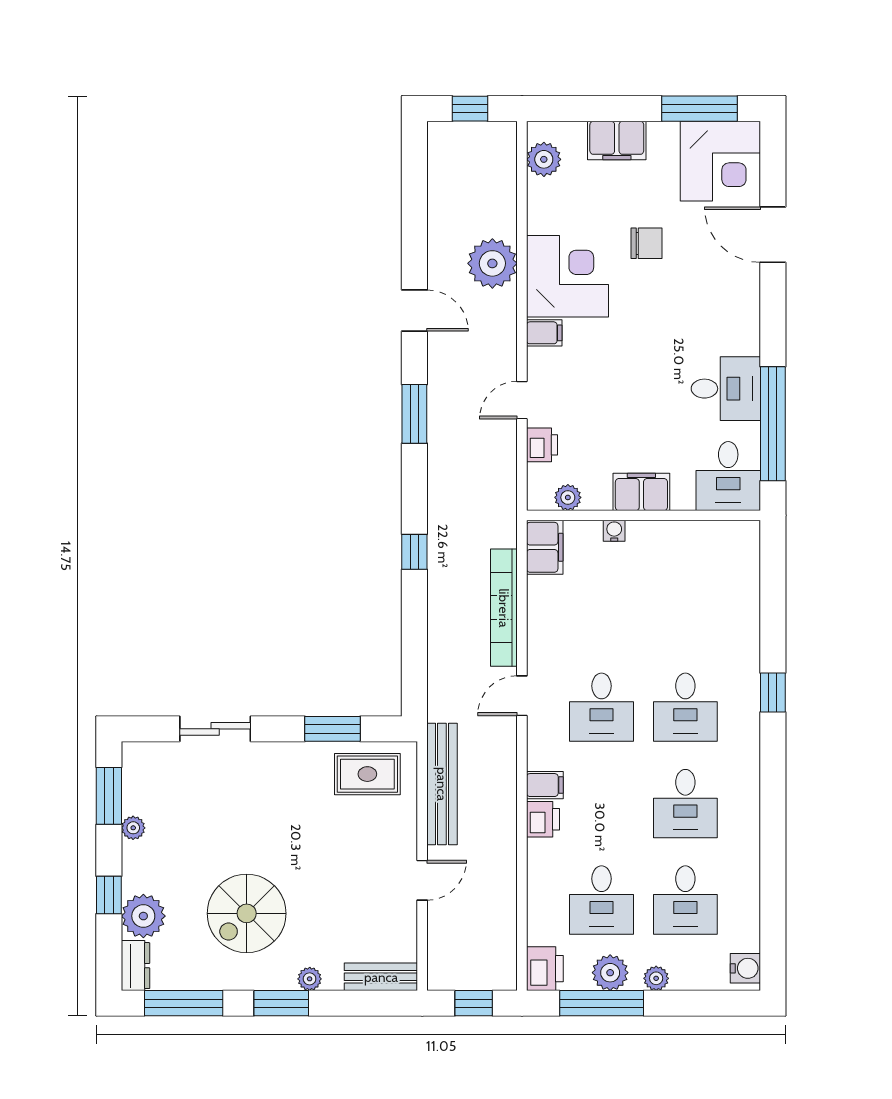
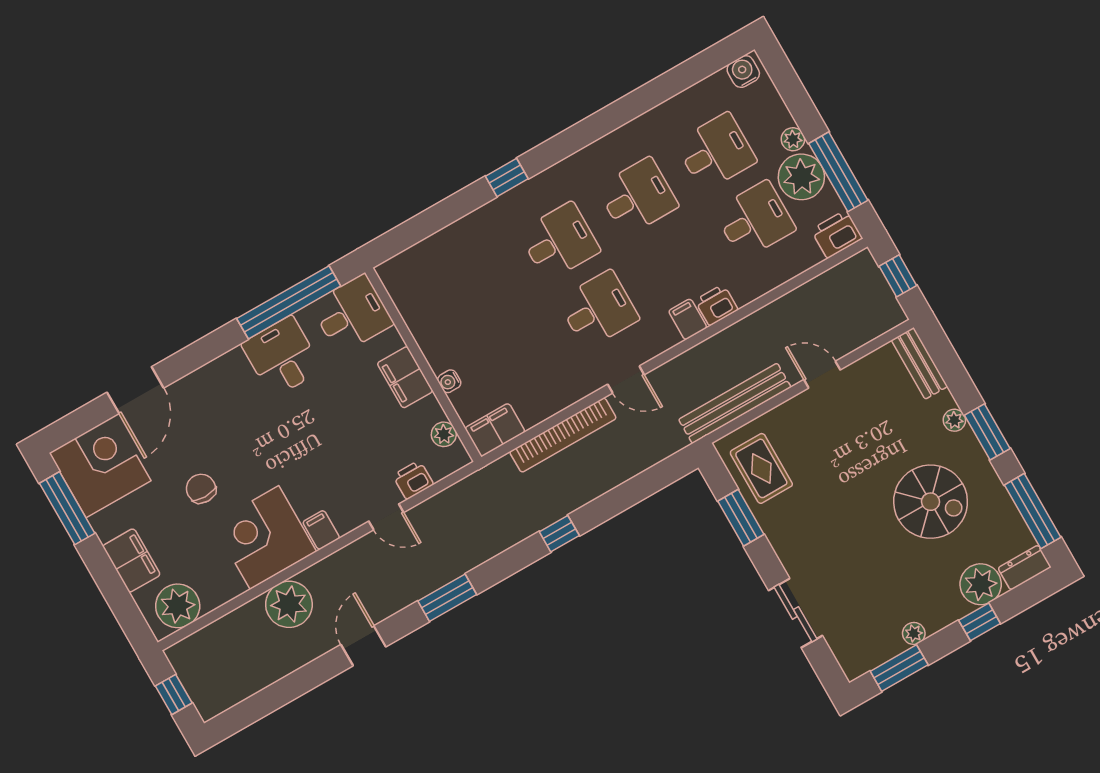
plant: (544, 159) -> (178, 606), width x1.36, depth x1.36
plant: (610, 973) -> (801, 177), width x1.36, depth x1.36

